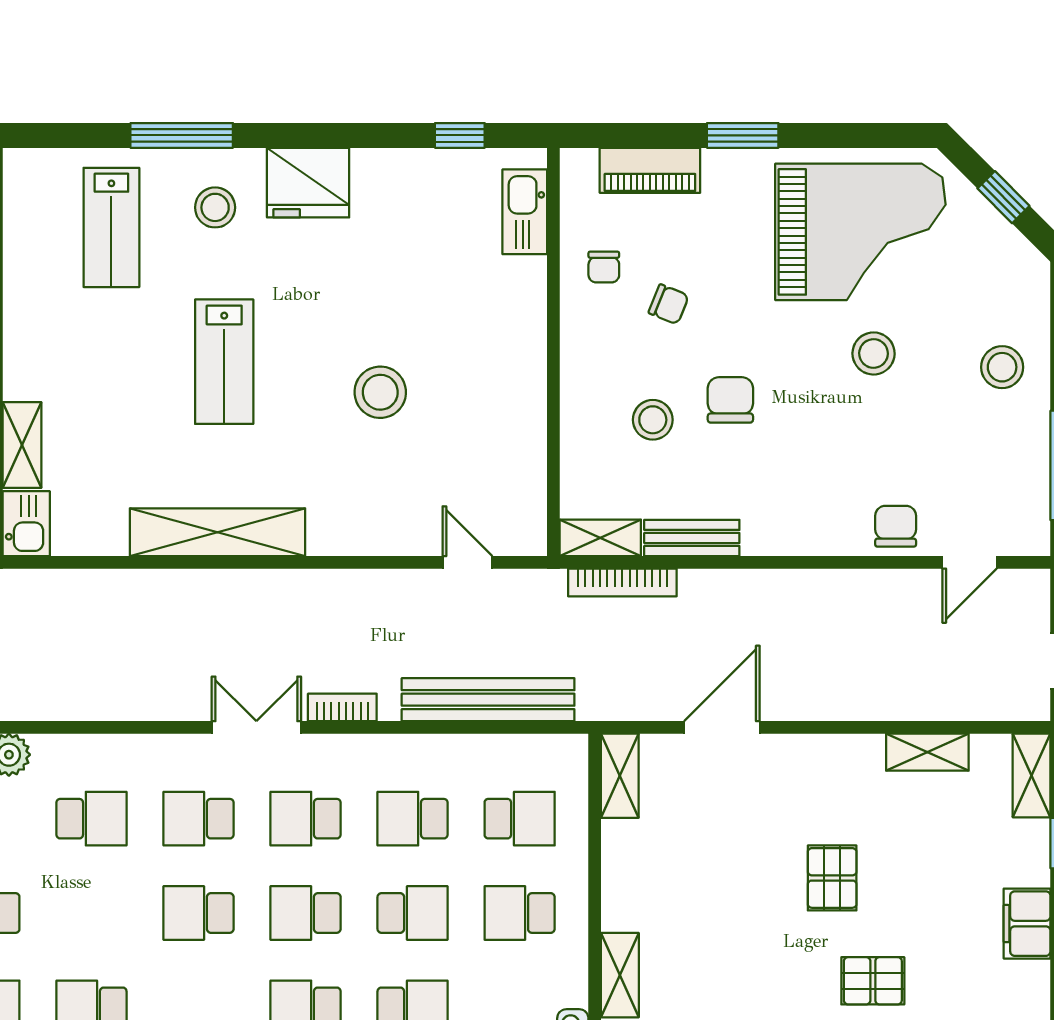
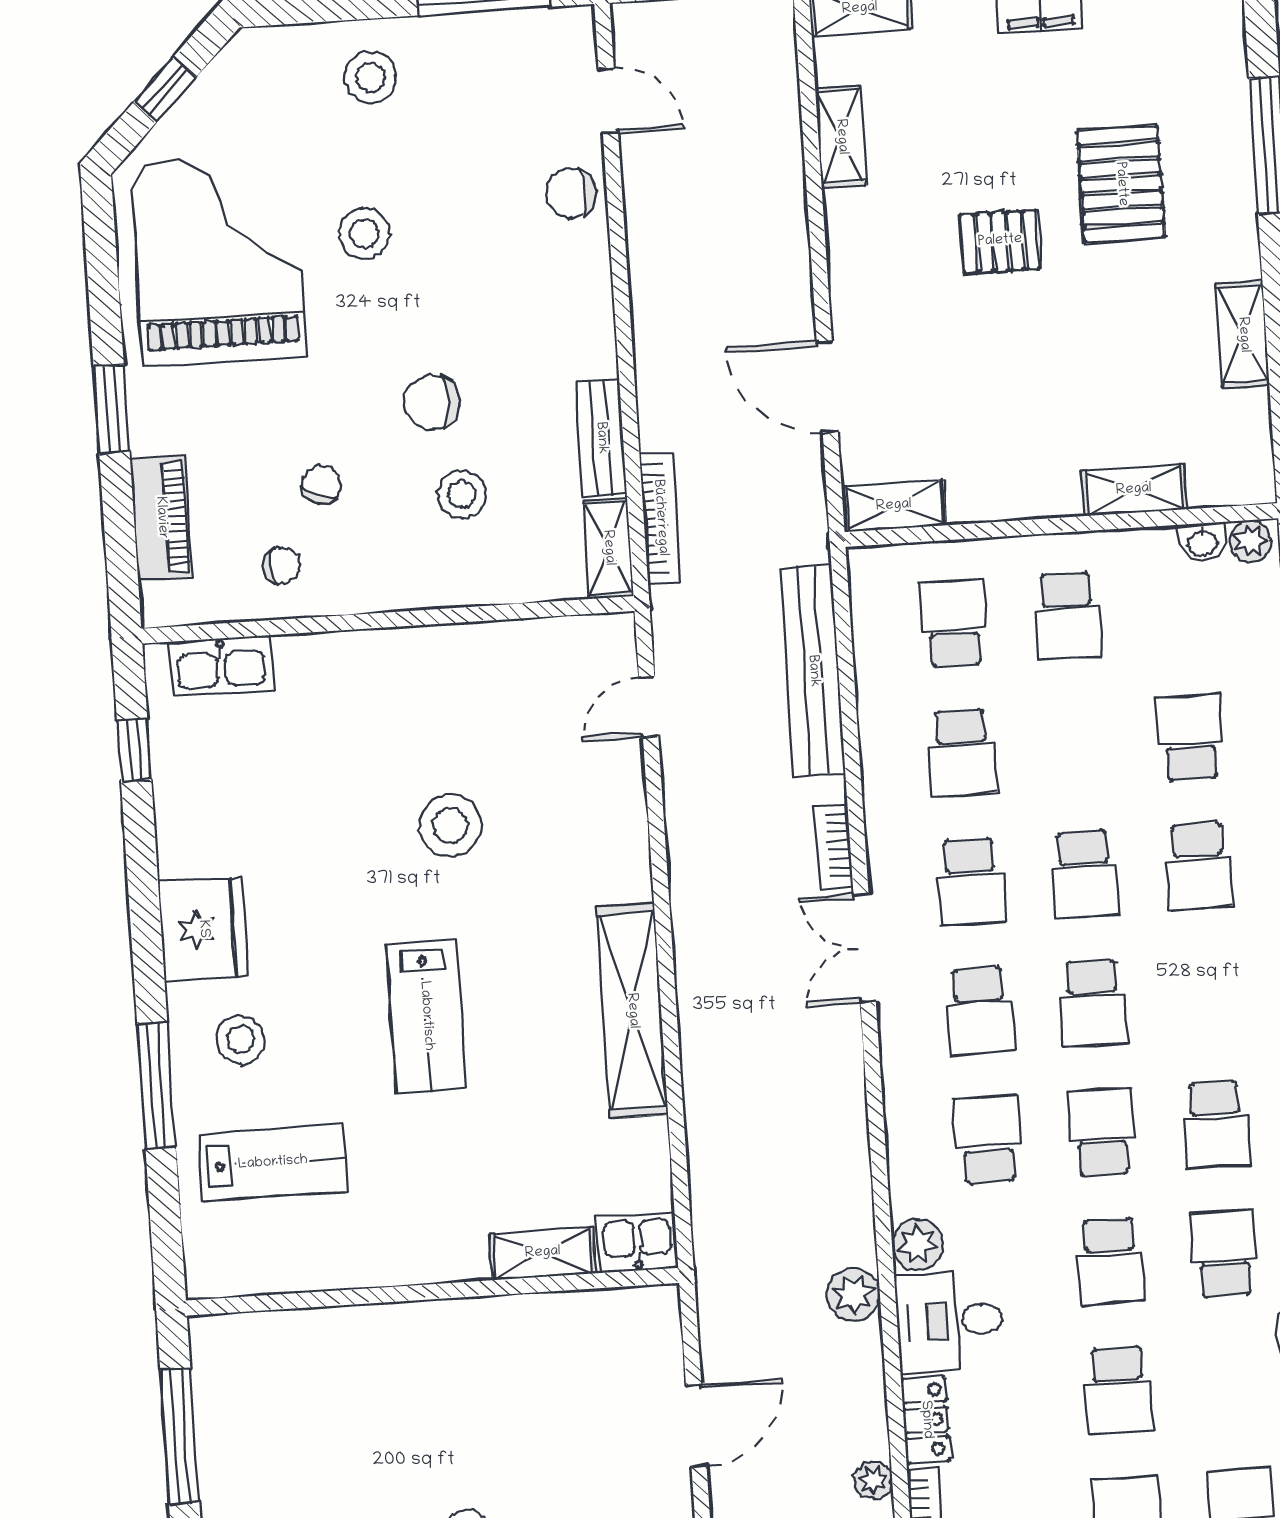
lab bench: (224, 362) -> (426, 1016), turned 90
school desk: (413, 913) -> (1102, 1132), moved
pallet: (873, 981) -> (1121, 184), width x1.50, depth x1.42

